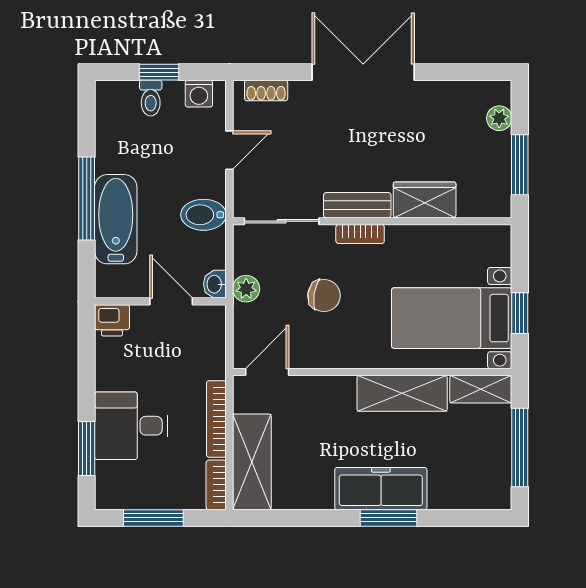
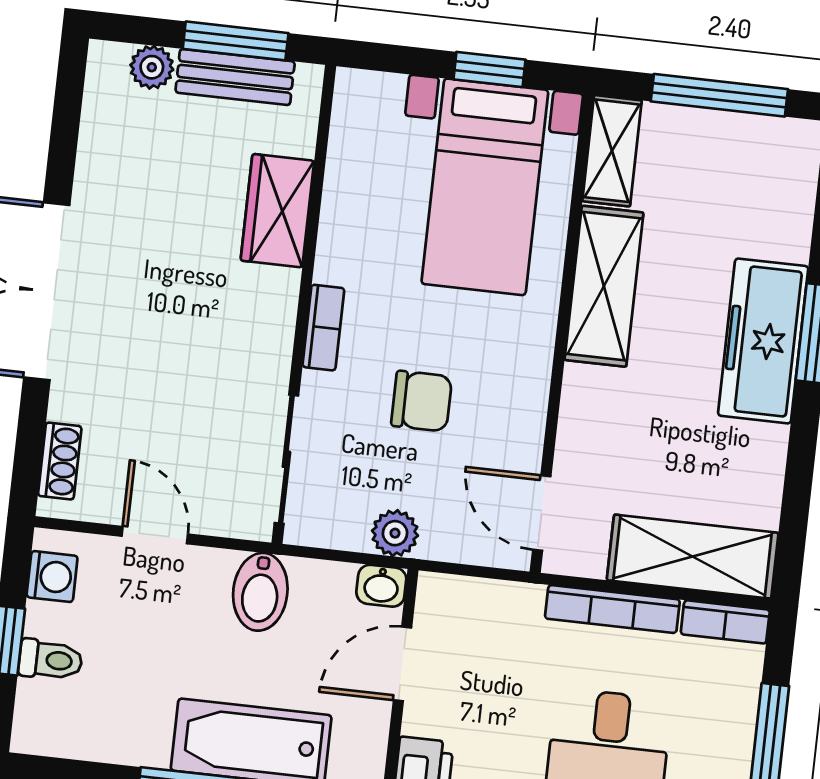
bench: (357, 205) -> (235, 77), moved, turned 90
chair: (324, 295) -> (422, 401), turned 81

